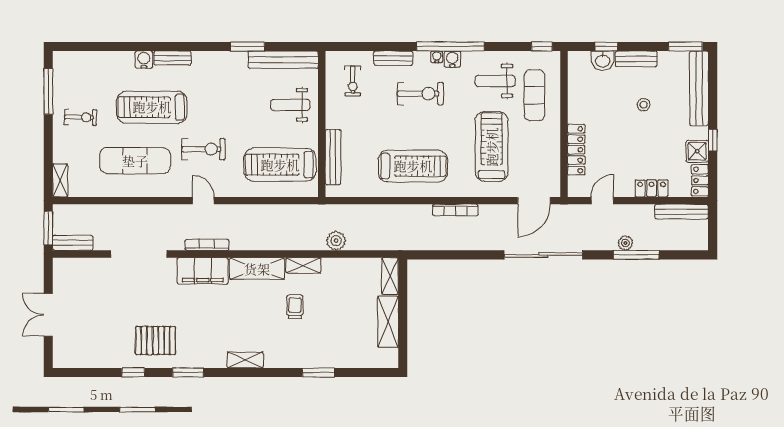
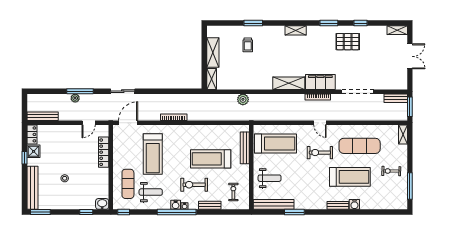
bench: (636, 59) -> (69, 205), removed
washbasin: (603, 61) -> (102, 204), moved
treadmill: (413, 166) -> (211, 159), moved
locker: (652, 188) -> (60, 130), removed
sliding door: (543, 255) -> (123, 91), width x0.54
window: (636, 255) -> (80, 91), moved
shelving: (303, 265) -> (397, 30), moved
trolley: (295, 307) -> (248, 45), moved

